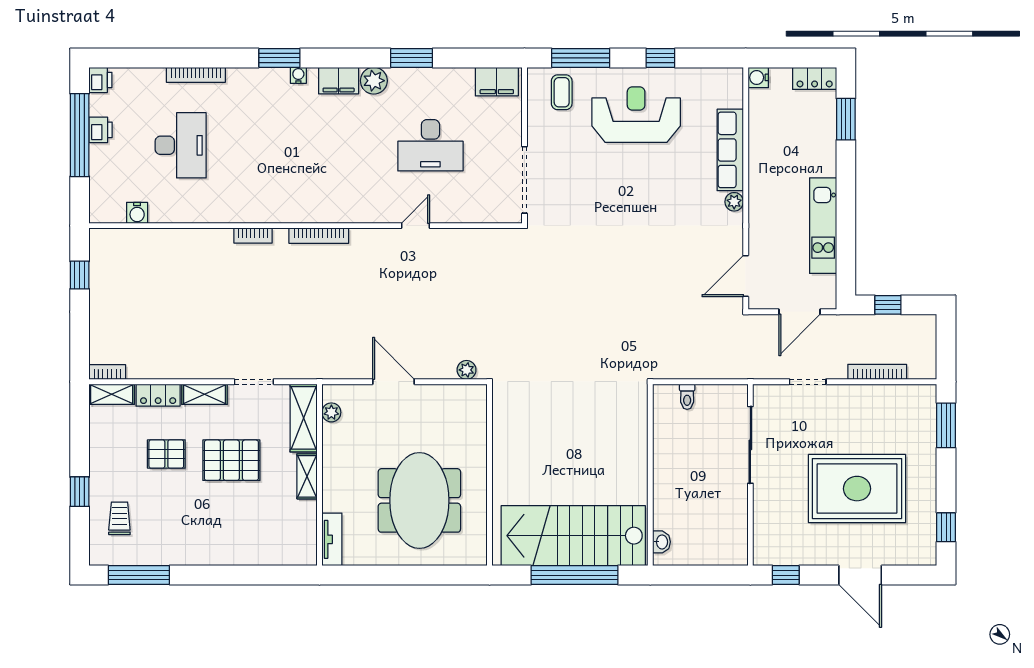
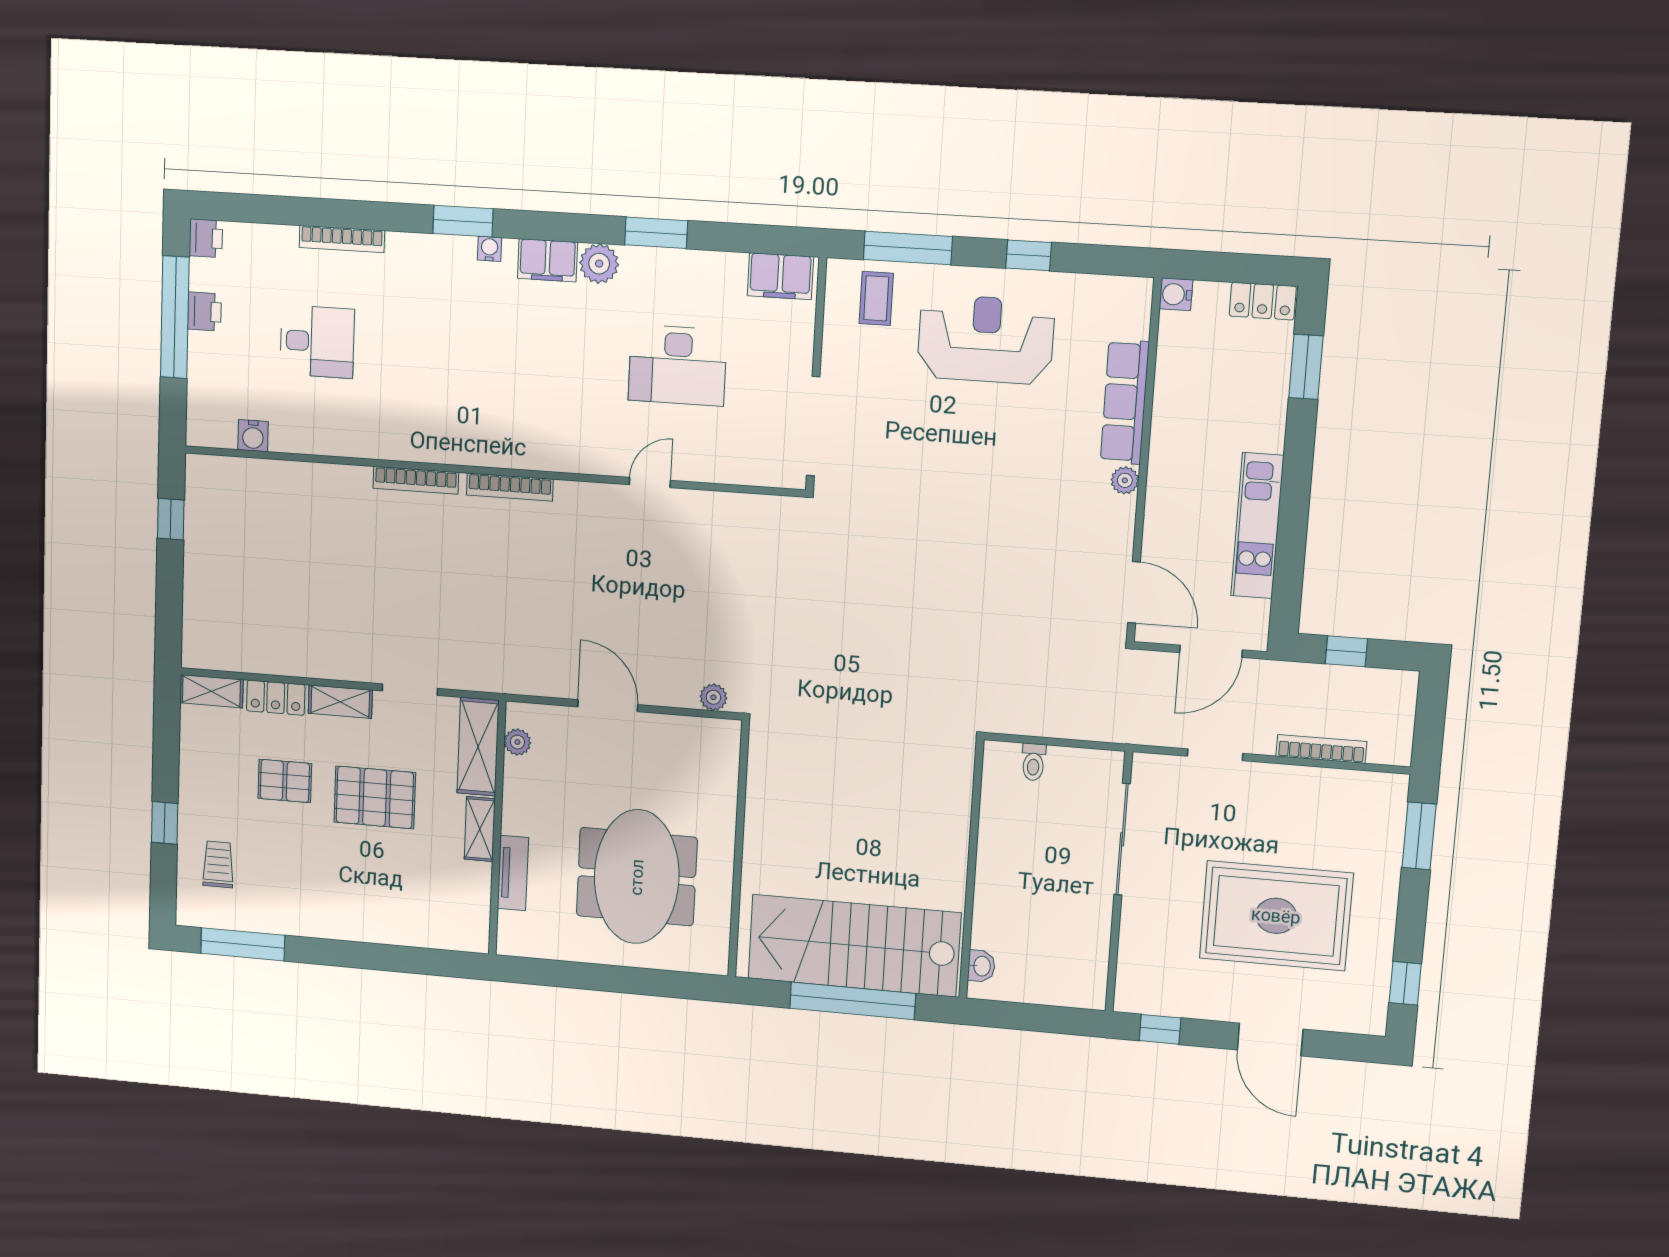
desk: (181, 145) -> (317, 342), width x0.73
bookcase: (253, 236) -> (416, 480), width x1.56
door: (746, 276) -> (1134, 592), swing flipped
bookcase: (107, 372) -> (206, 660), removed
tv unit: (332, 539) -> (513, 873), moved

